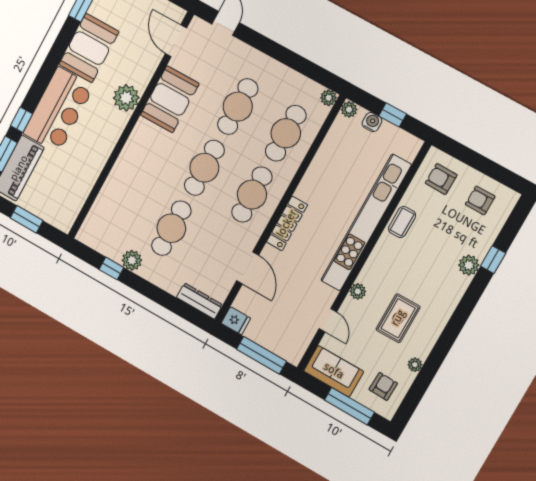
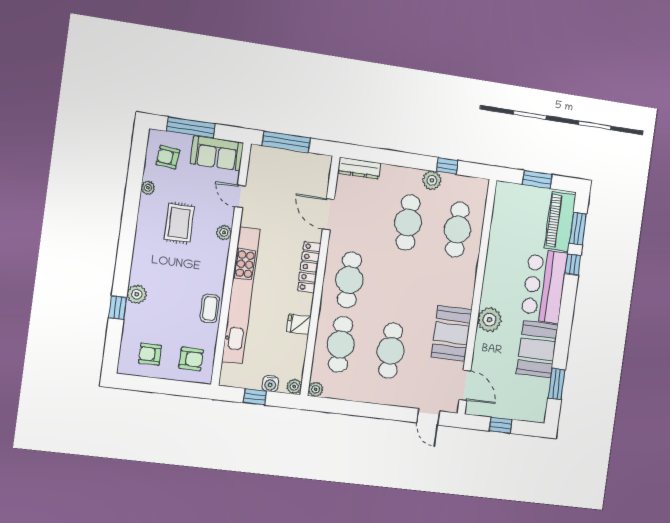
cafe table: (204, 168) -> (457, 229), moved
armchair: (480, 200) -> (150, 354), turned 180
fridge: (236, 321) -> (299, 324), moved
armchair: (383, 386) -> (168, 157), turned 94

